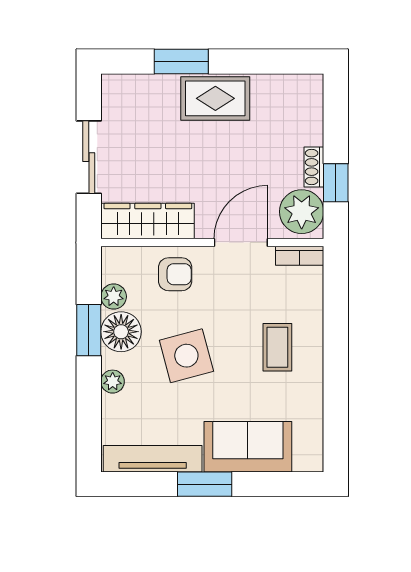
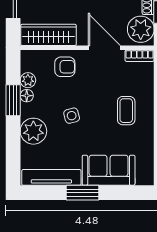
door: (241, 243) -> (104, 48), hinge flipped
floor lamp: (121, 332) -> (27, 96), width x0.53, depth x0.53
side table: (186, 356) -> (72, 116), width x0.54, depth x0.54
plant: (113, 382) -> (33, 131), width x1.88, depth x1.88

